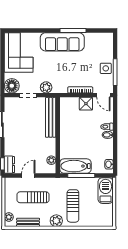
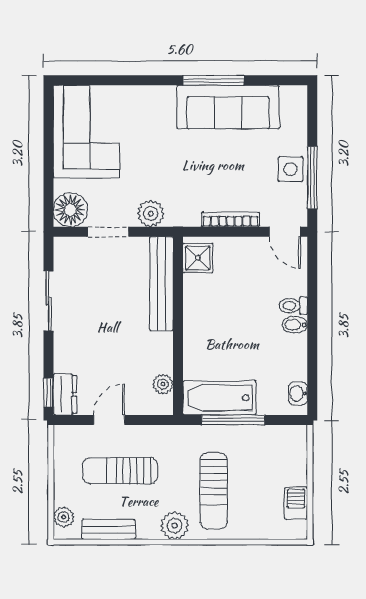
sofa: (62, 42) -> (228, 107), moved
shower: (86, 104) -> (198, 258), moved
barbecue: (106, 191) -> (296, 503), moved, width x0.53, depth x0.65

